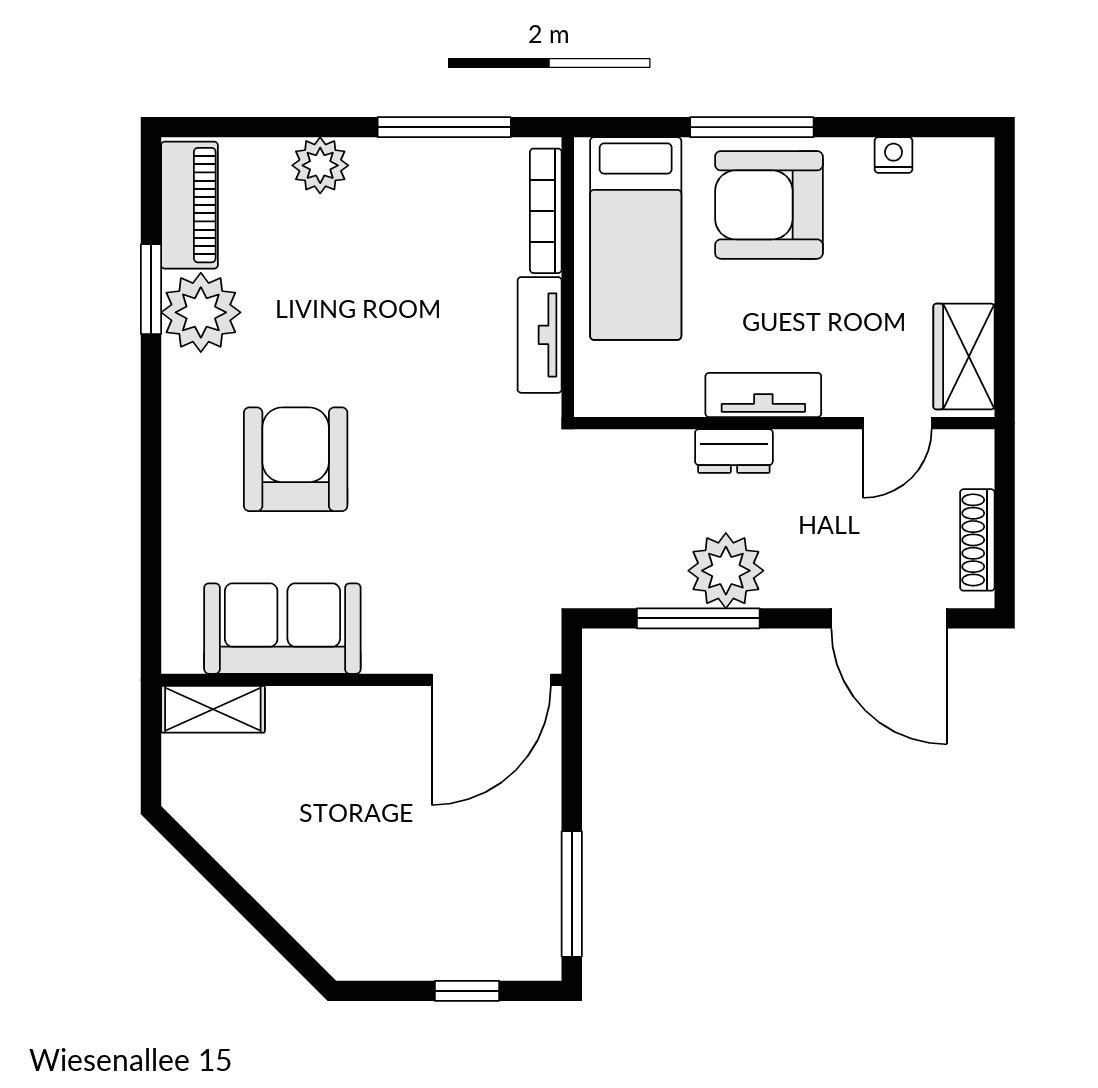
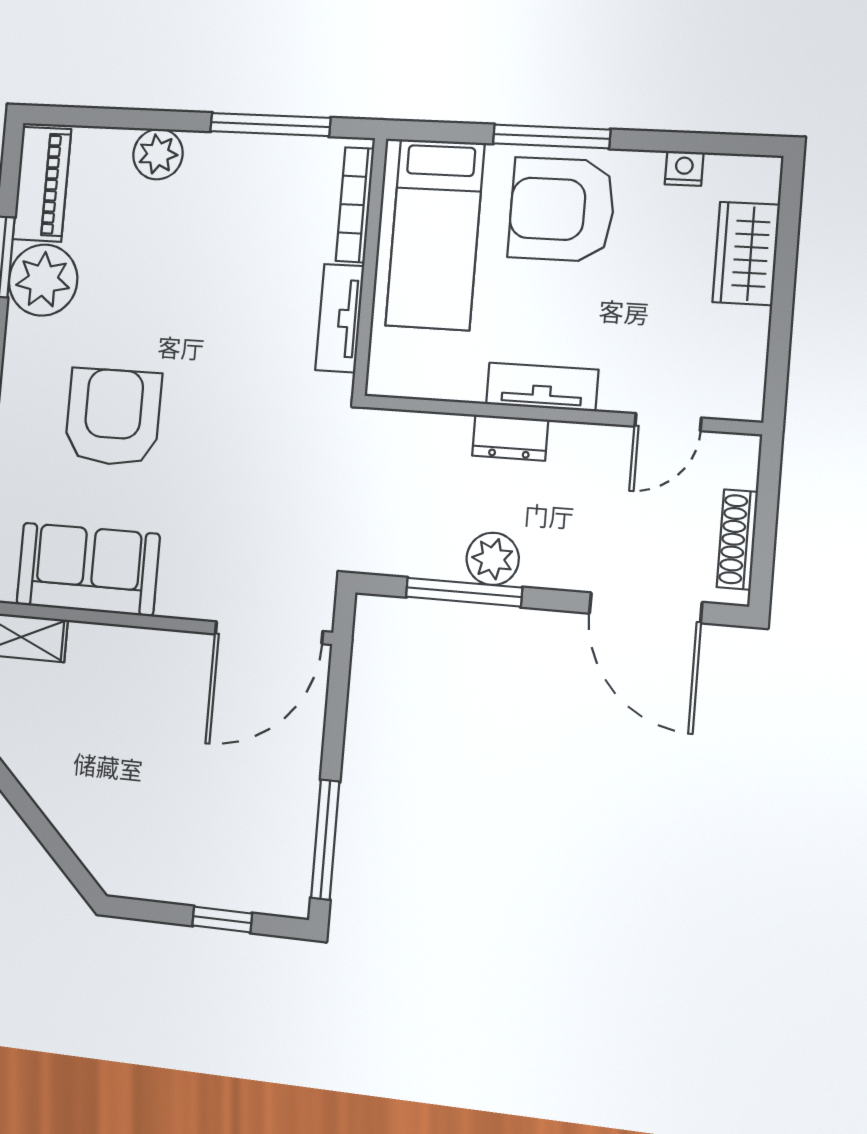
wardrobe: (964, 357) -> (746, 253), moved
plant: (726, 571) -> (493, 559), width x0.73, depth x0.73

